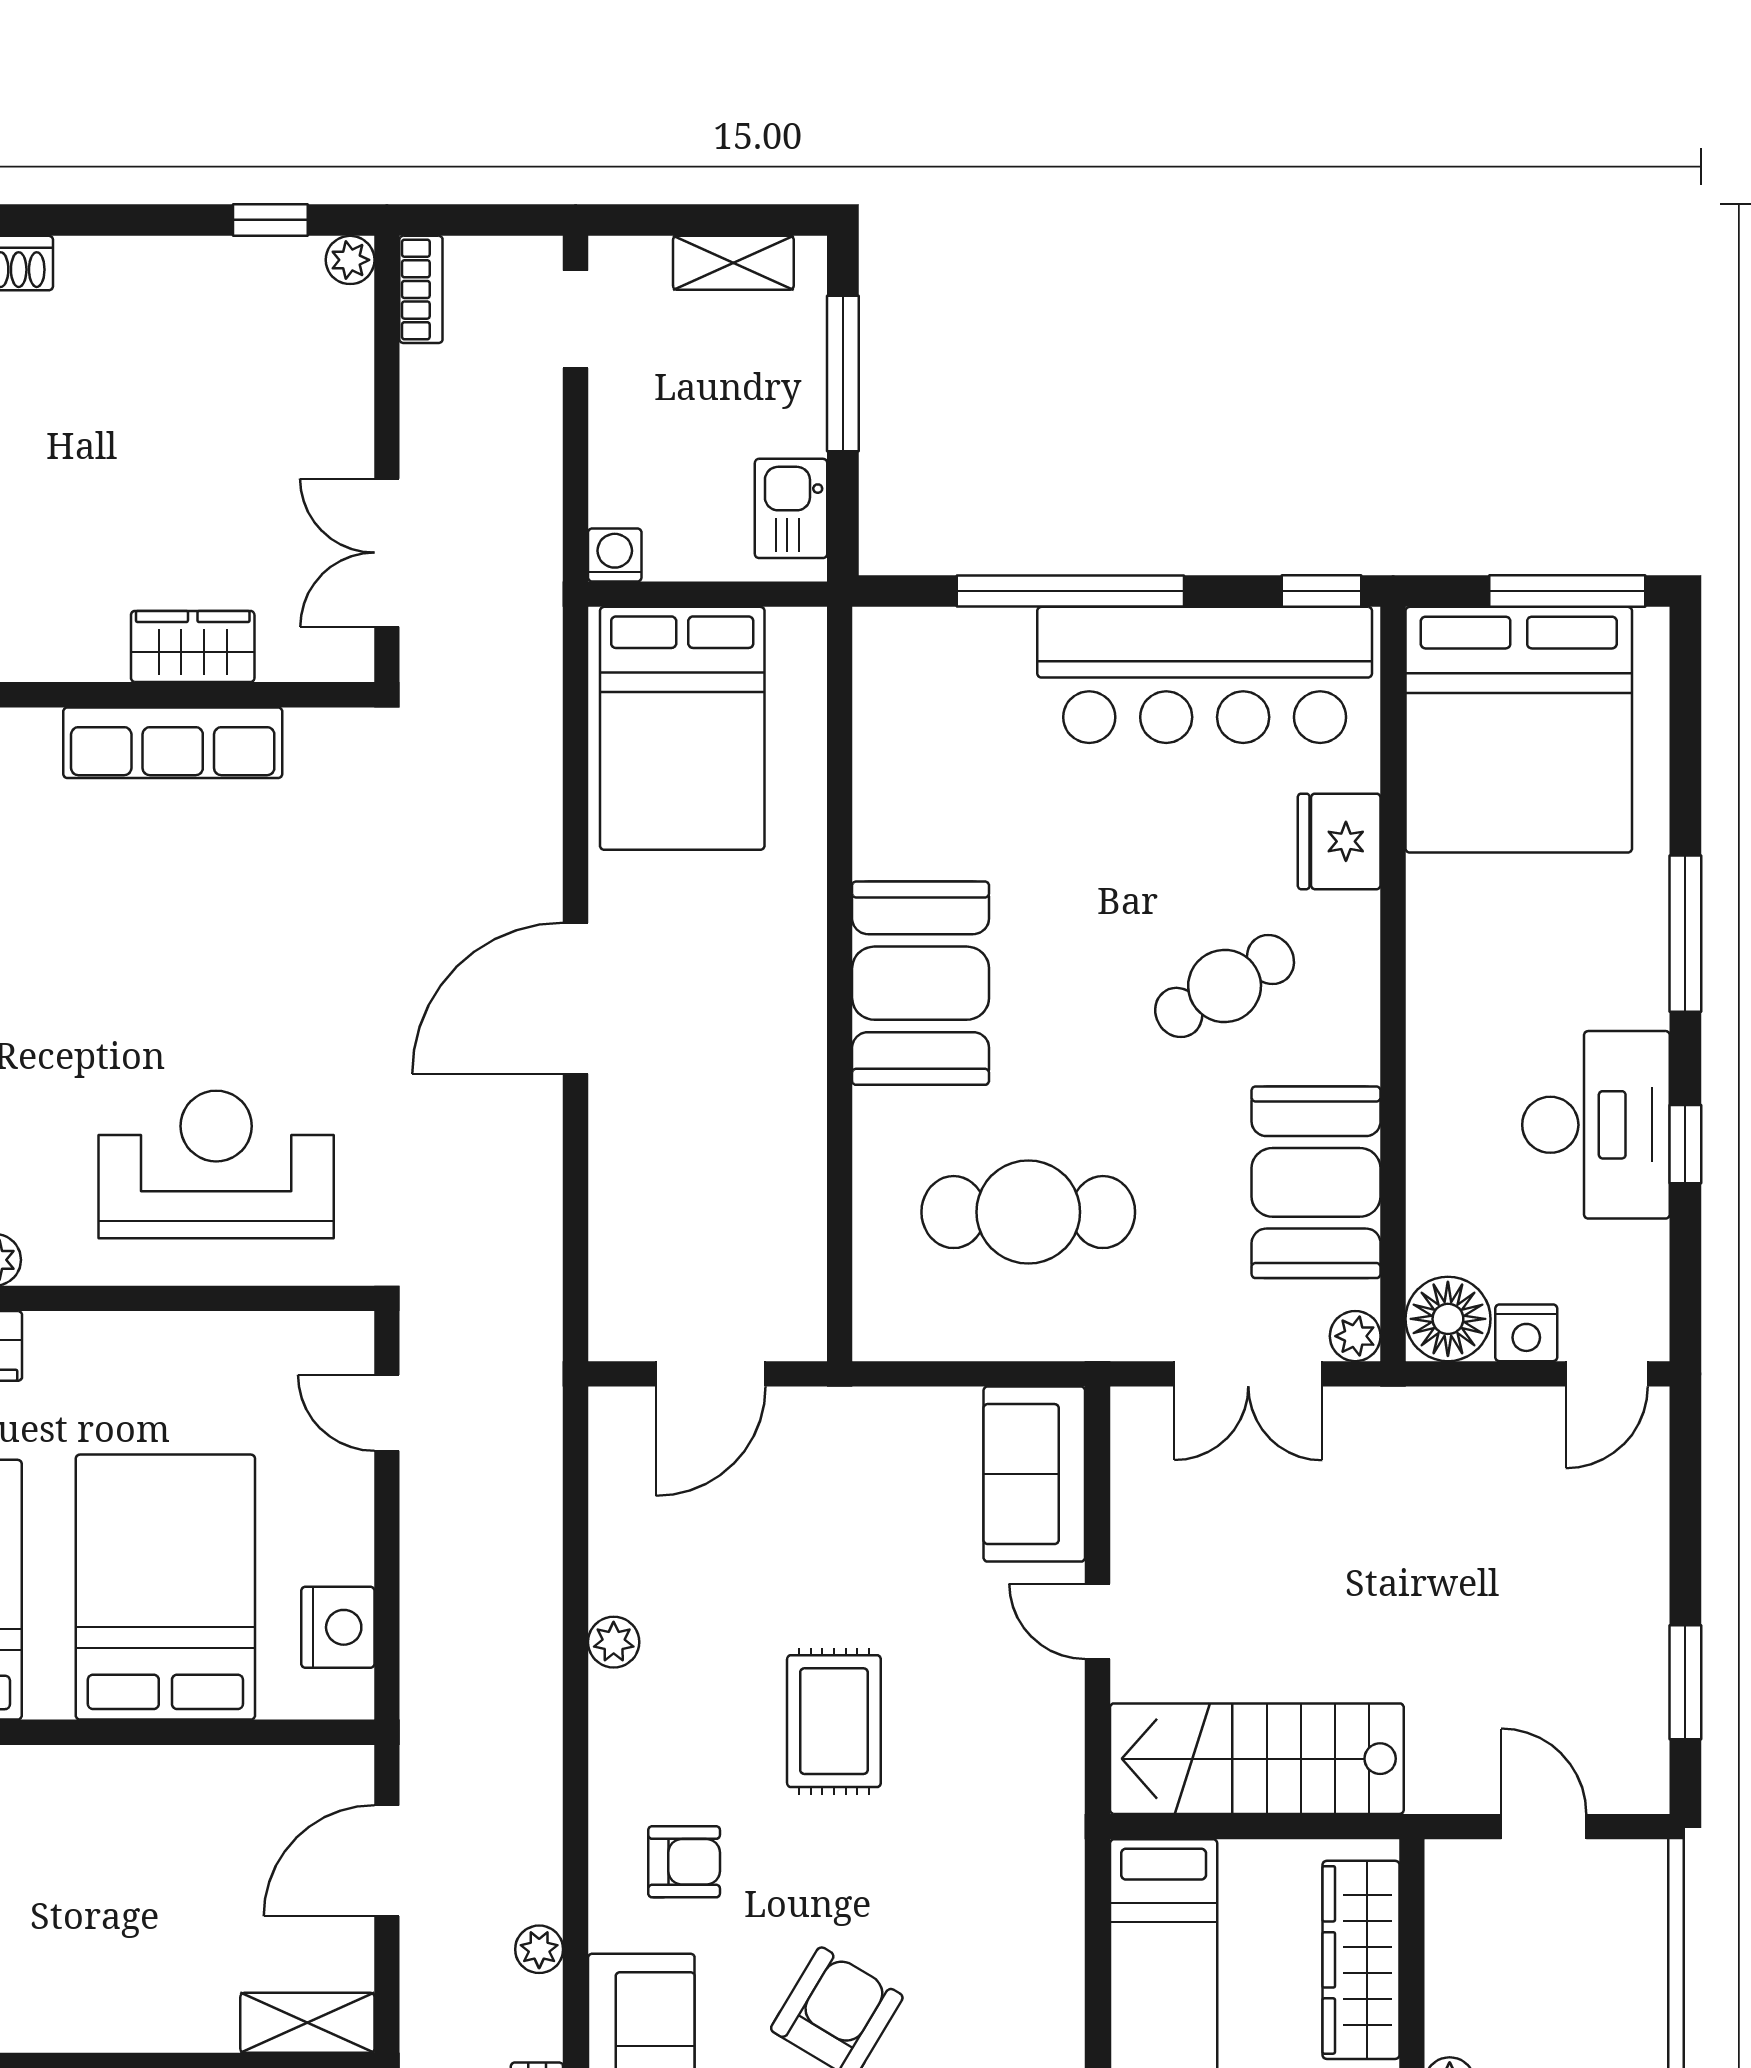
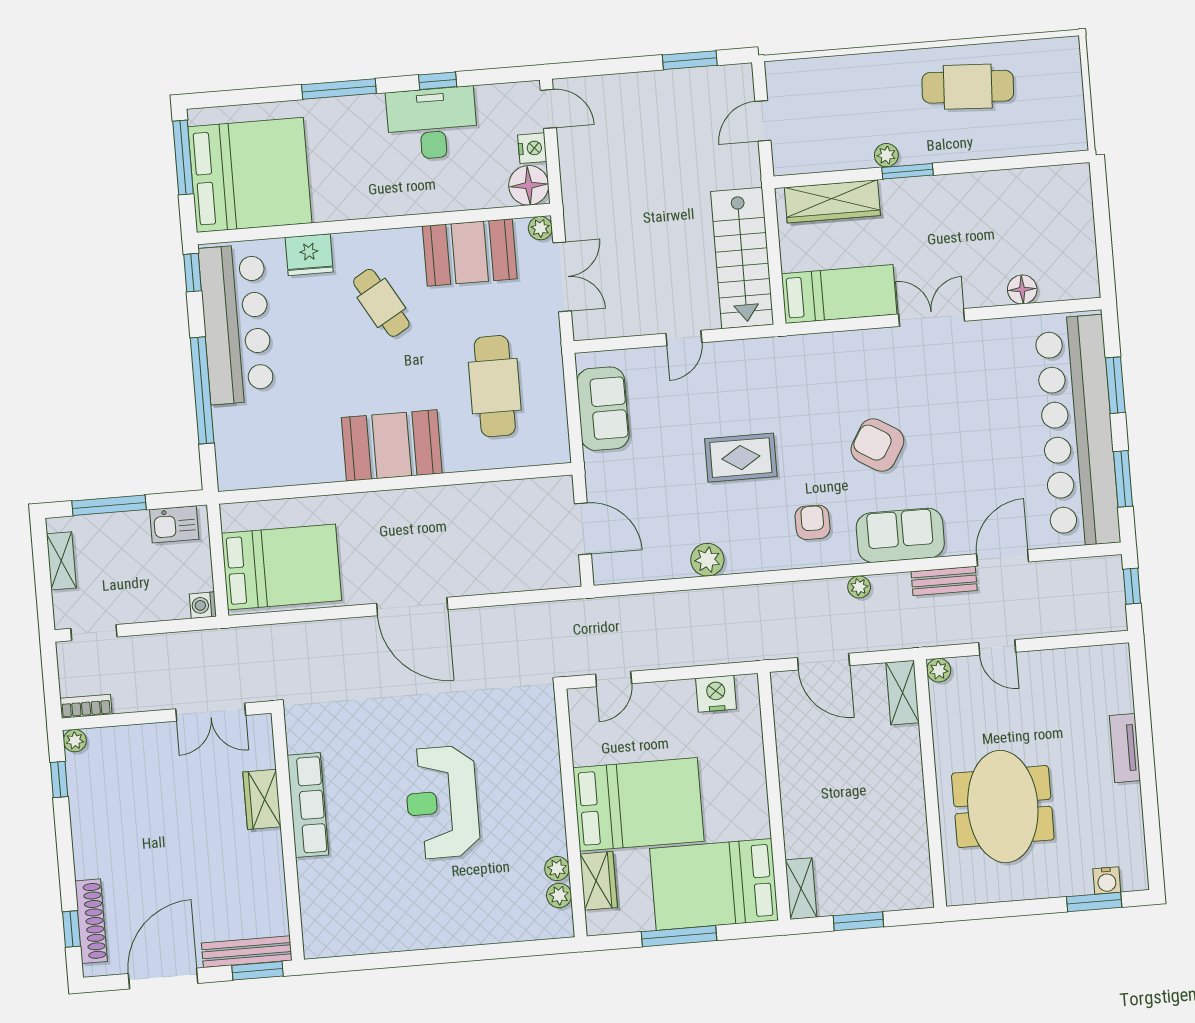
reception desk: (216, 1164) -> (442, 802), moved
sofa: (1034, 1474) -> (603, 409), moved, turned -90
bed: (165, 1587) -> (638, 804), moved, turned 180
plant: (614, 1642) -> (707, 560), width x1.38, depth x1.38

